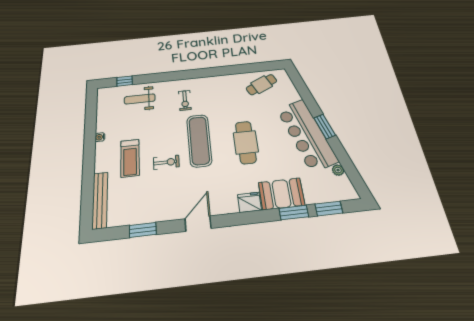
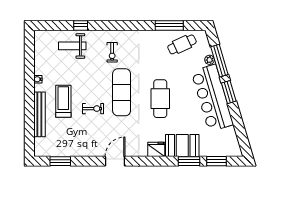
window: (245, 69) -> (169, 25), added
window: (125, 81) -> (81, 25), moved
window: (306, 96) -> (219, 61), added
treadmill: (130, 158) -> (63, 101), turned 180
plant: (338, 170) -> (210, 60), moved
bench: (100, 200) -> (39, 114), moved
window: (143, 230) -> (60, 161), moved

